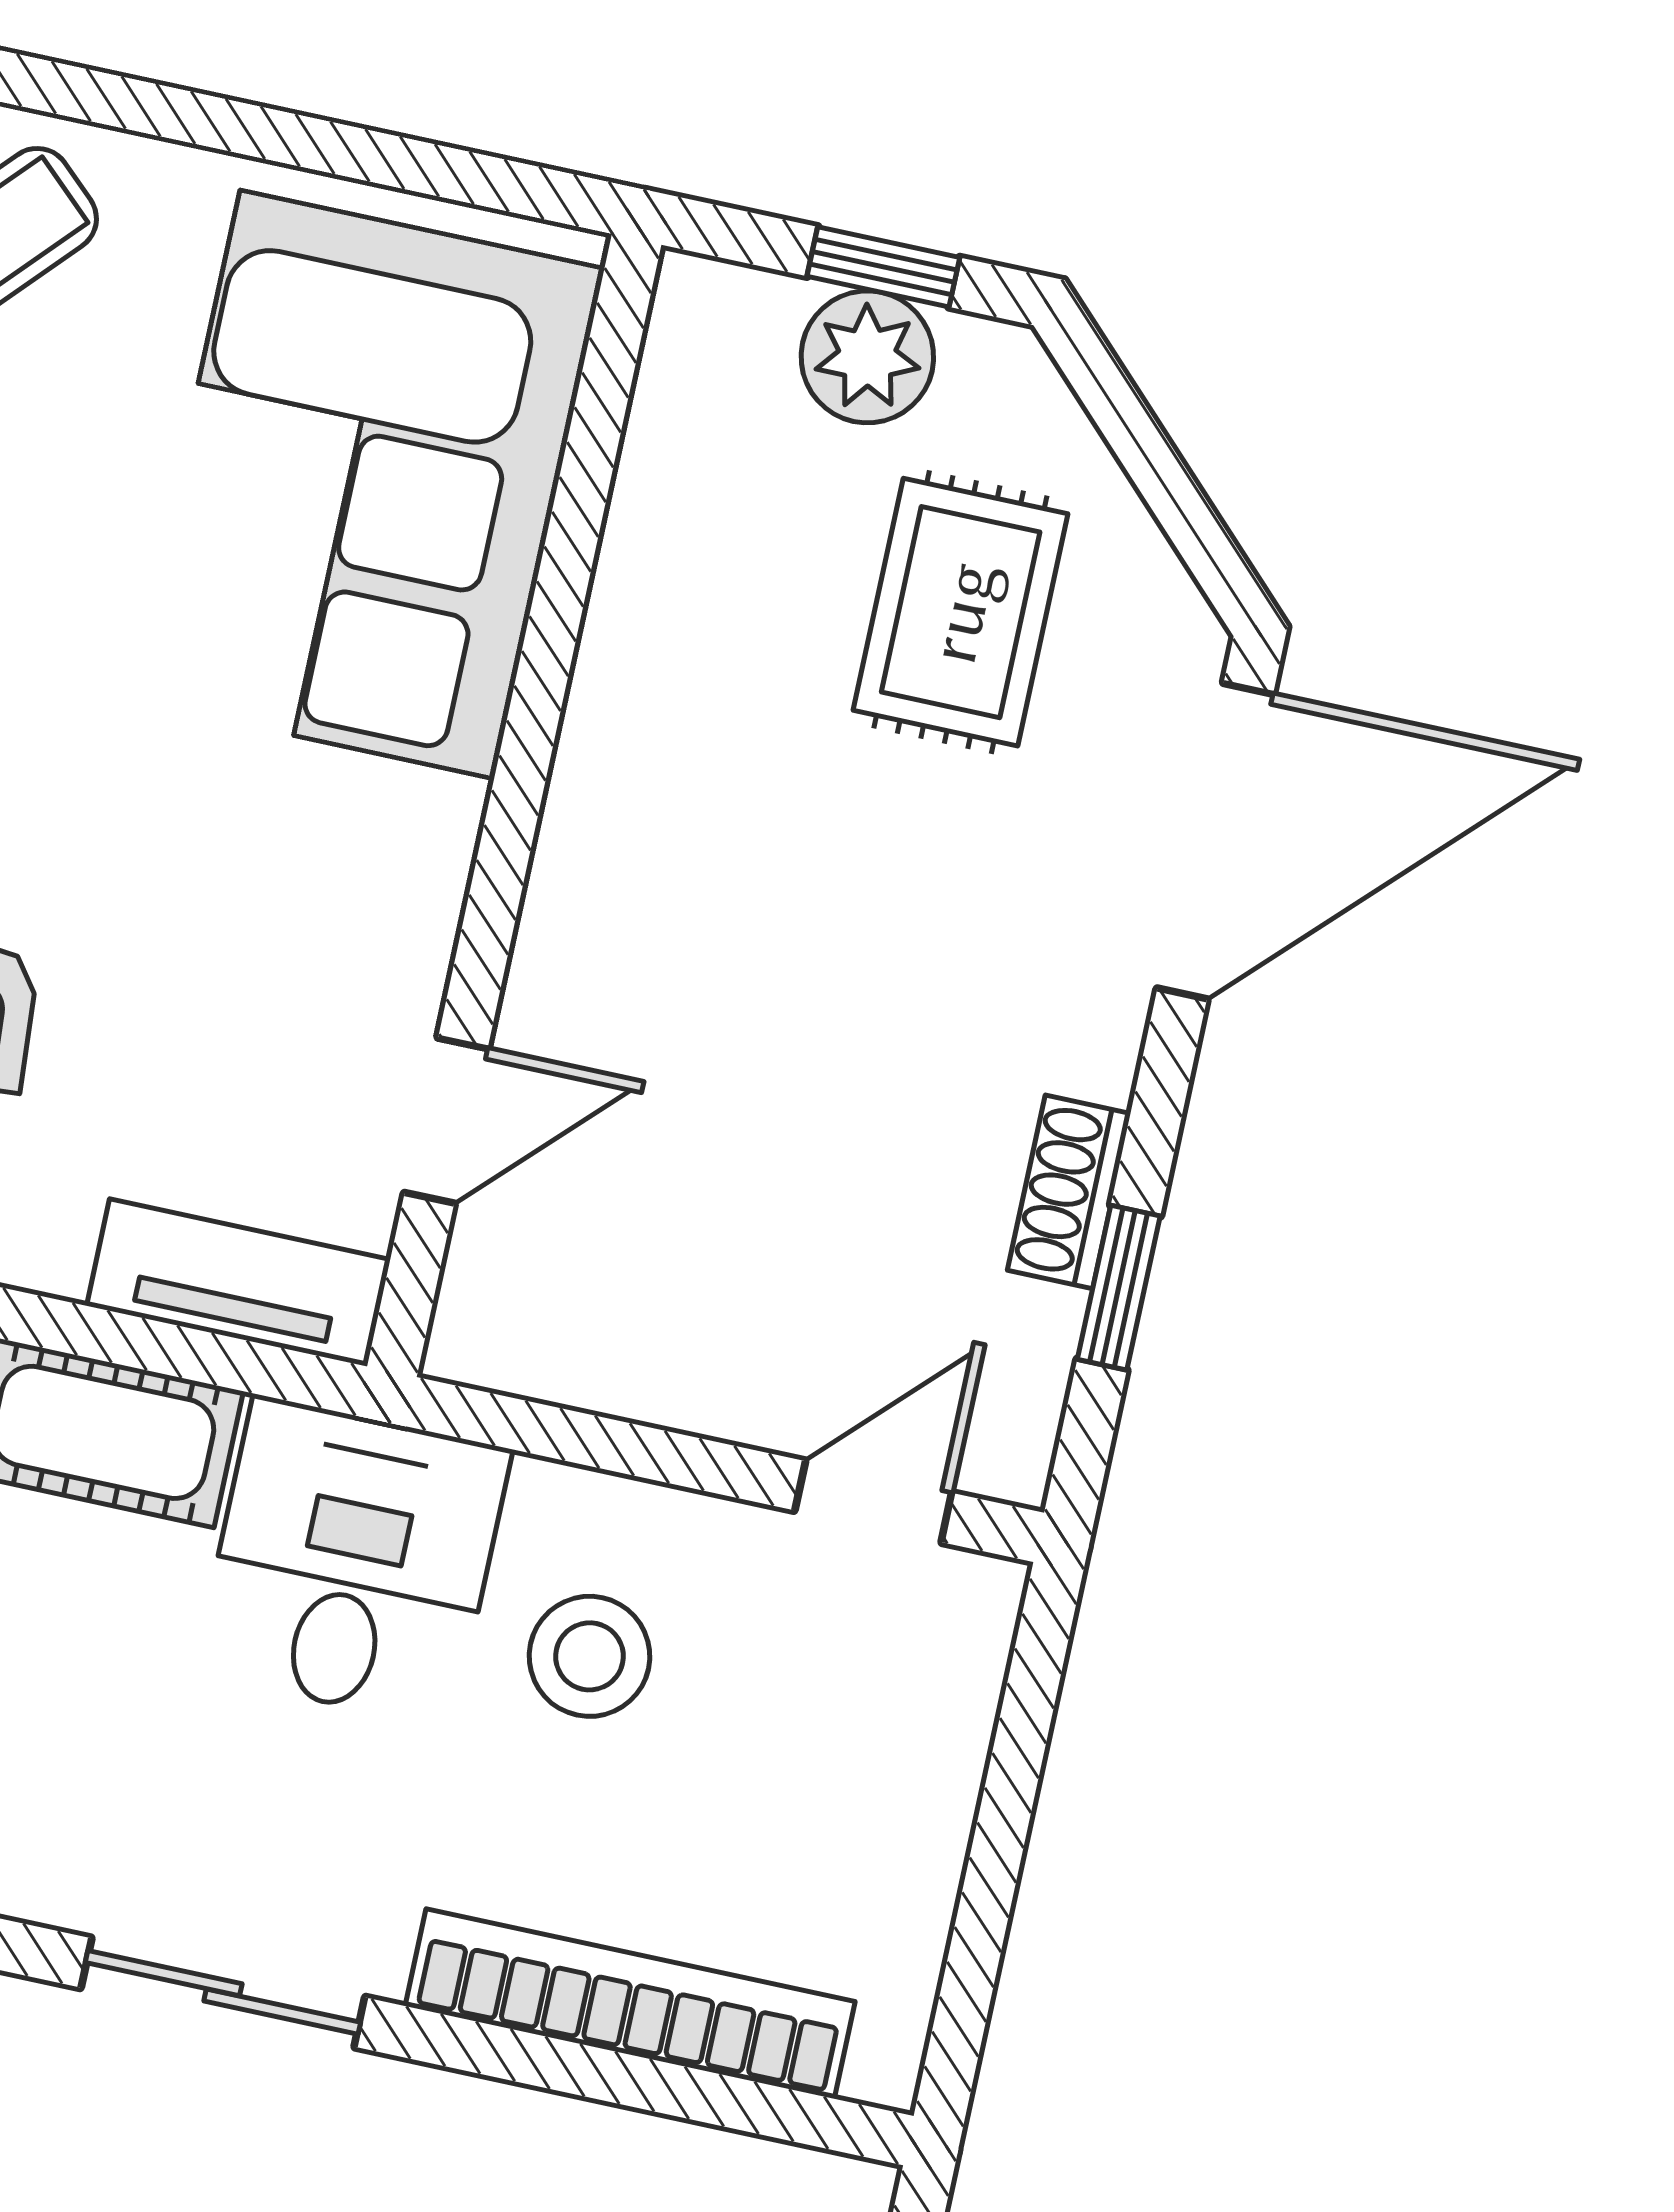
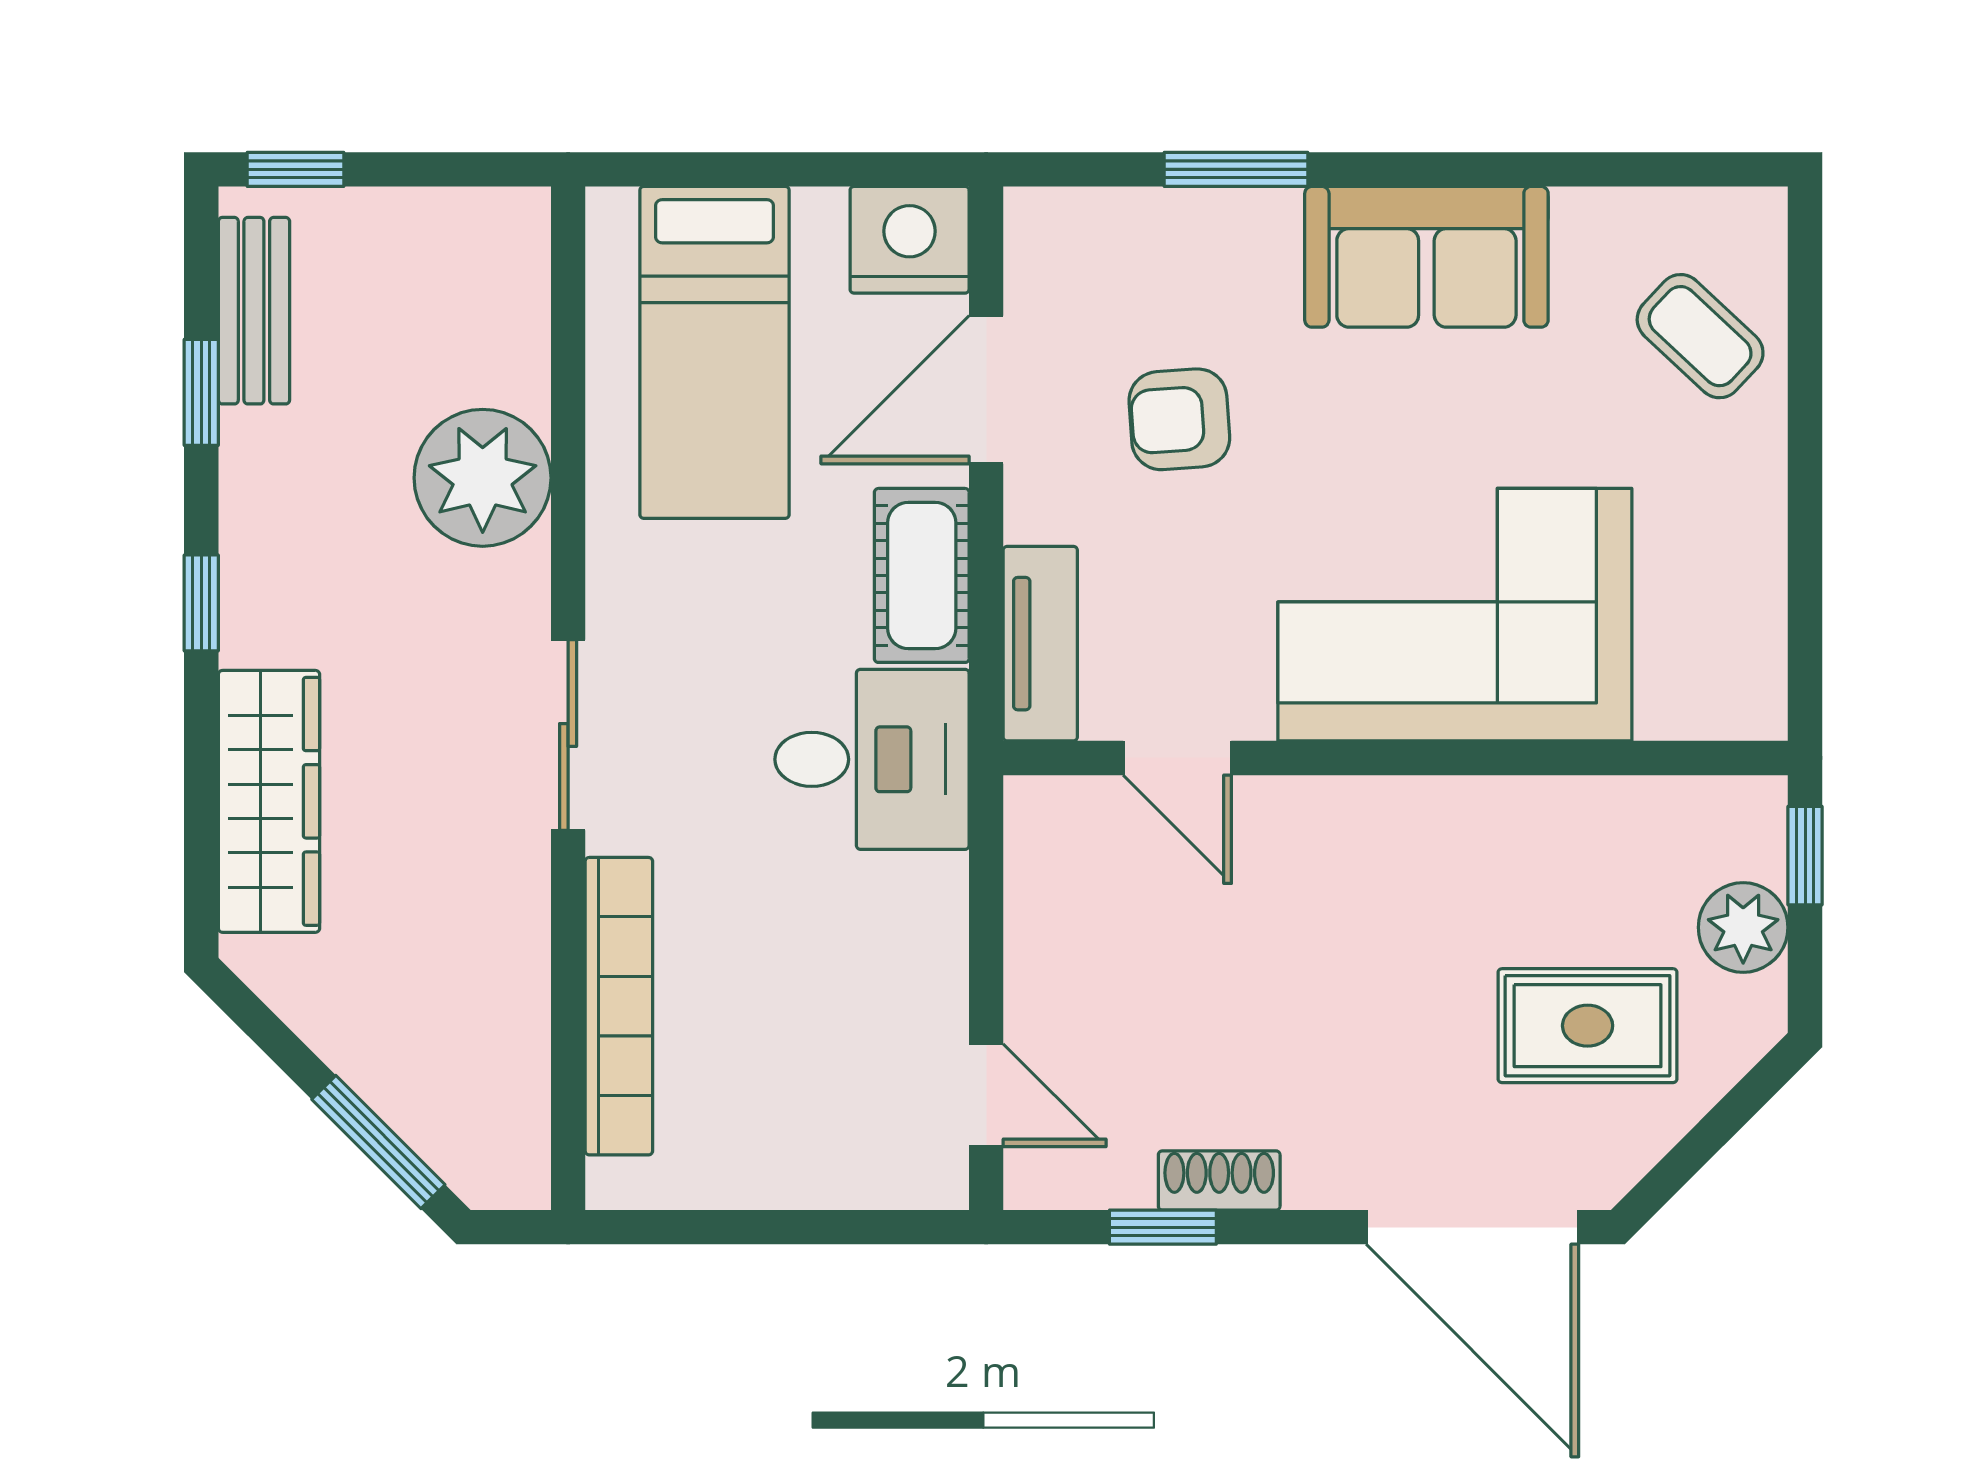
window: (883, 267) -> (1805, 856), moved
corner sofa: (367, 484) -> (1455, 615), moved
stool: (590, 1656) -> (843, 930), removed

